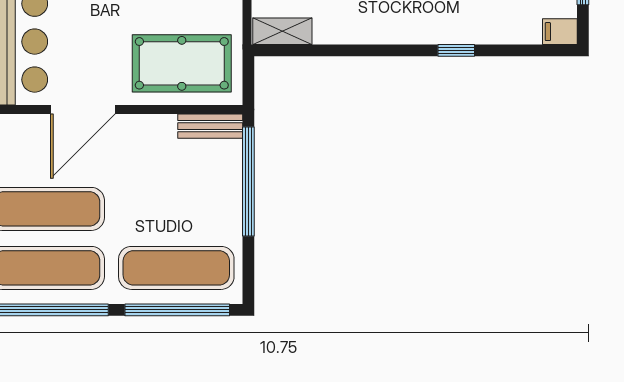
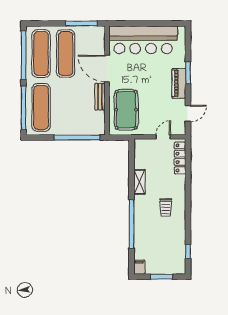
shelving: (282, 31) -> (139, 182), moved
window: (456, 50) -> (132, 224), width x3.17
bench: (210, 126) -> (100, 97), moved

